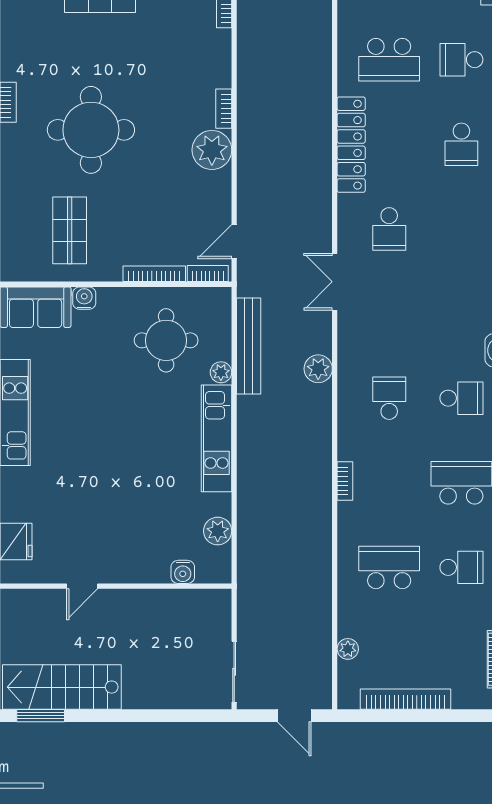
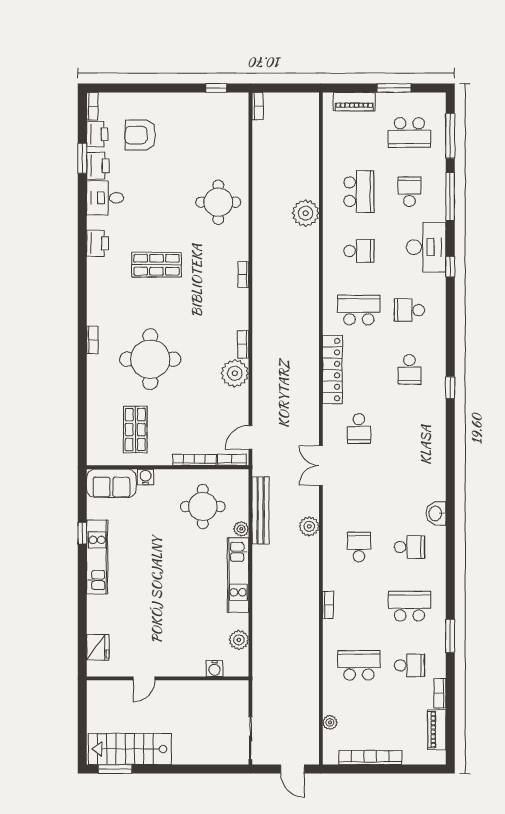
school desk: (389, 60) -> (359, 310), turned 180

